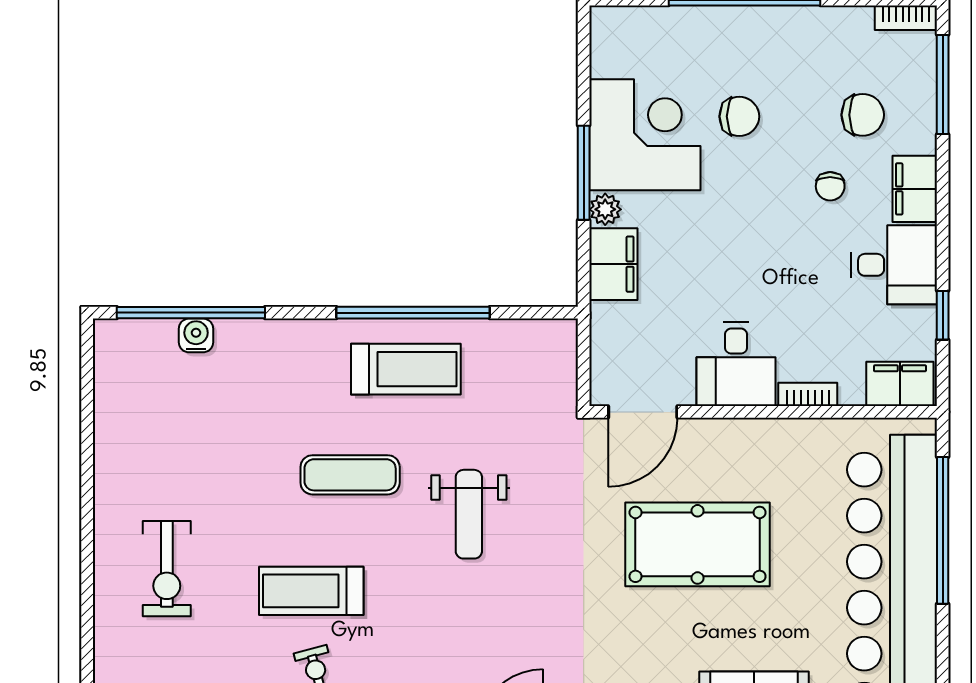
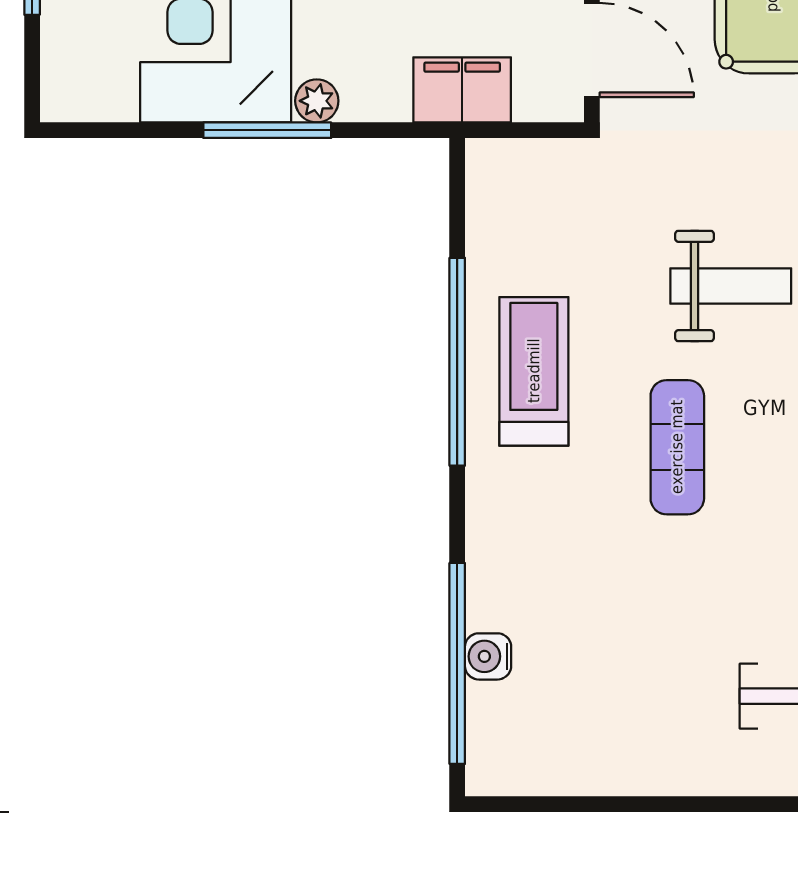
filing cabinet: (613, 264) -> (462, 90), moved

